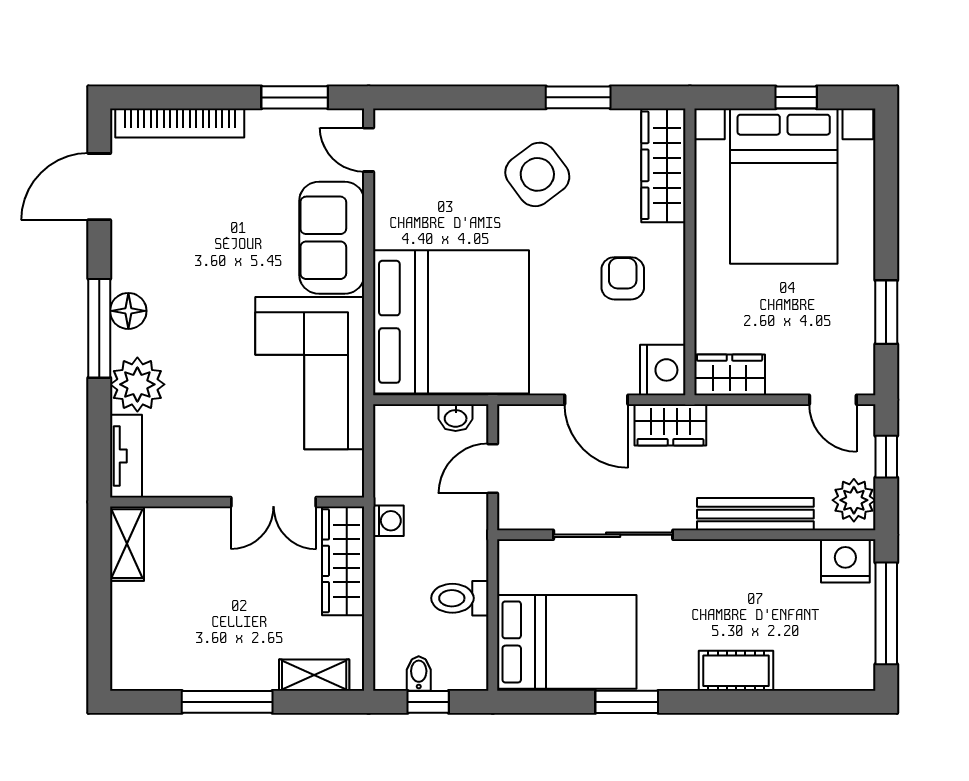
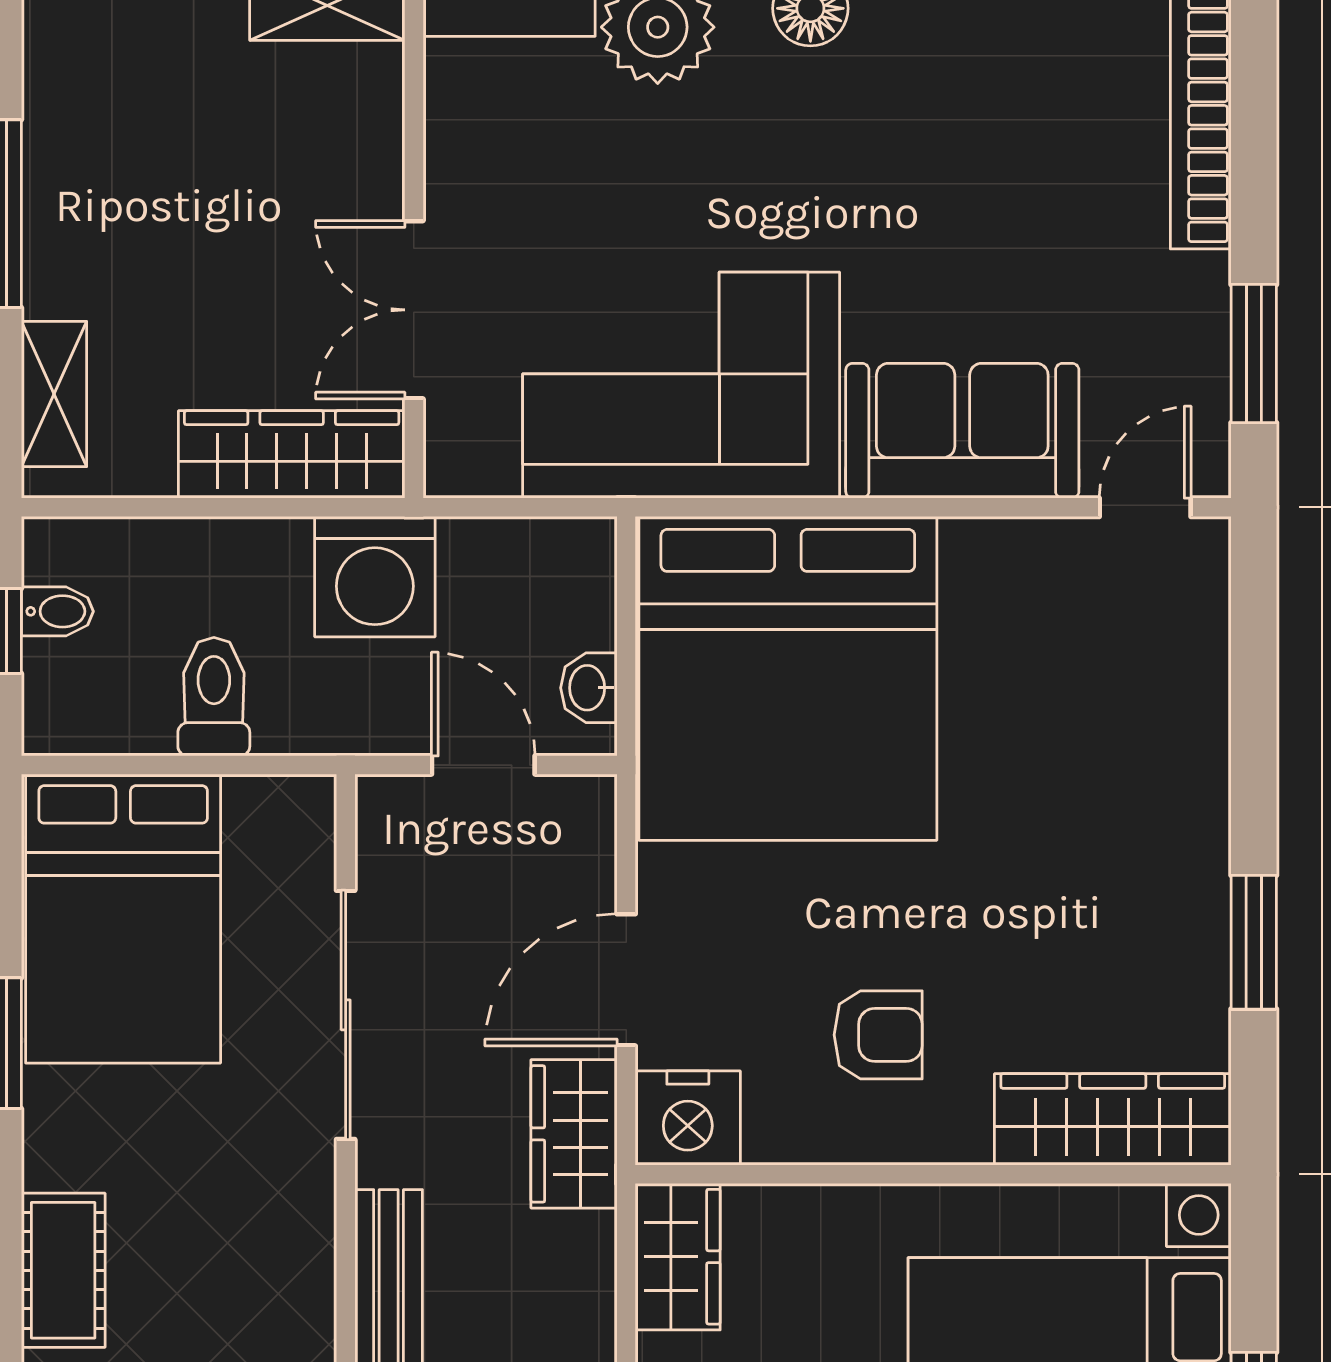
side table: (537, 174) -> (1094, 858), removed
washing machine: (388, 521) -> (375, 577), width x1.89, depth x1.89

